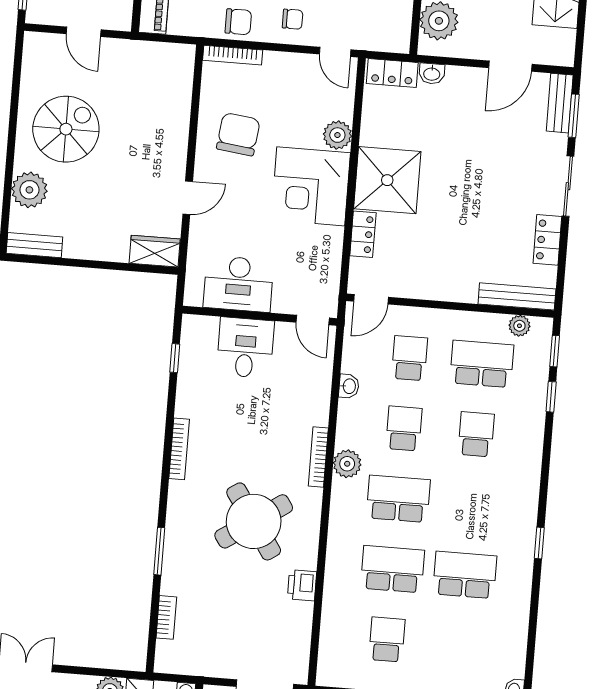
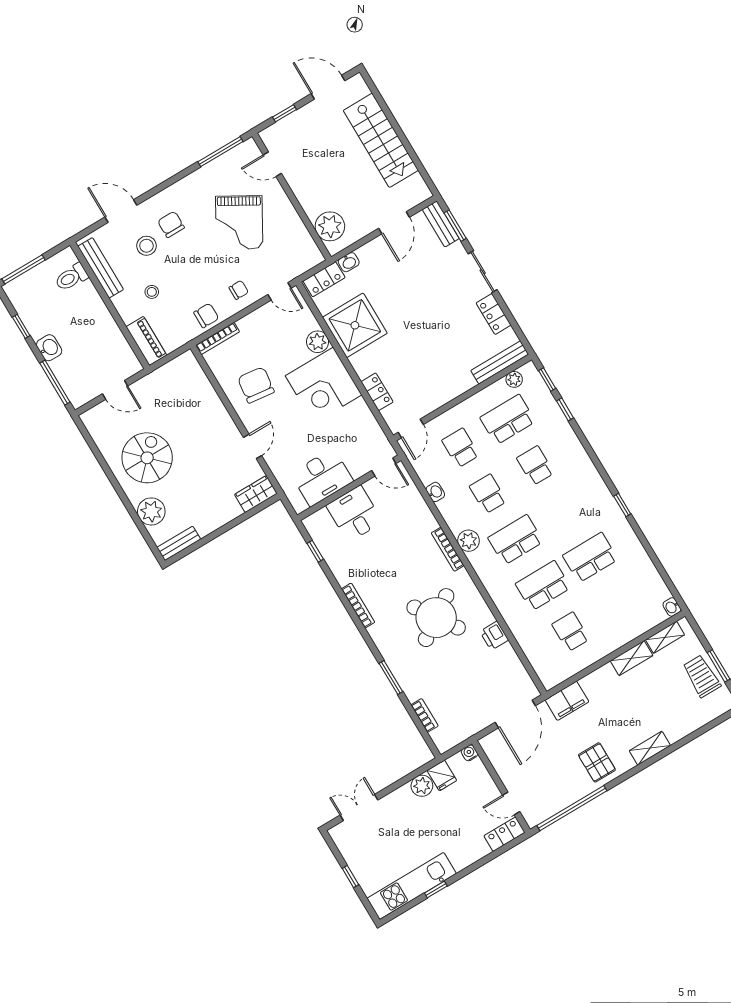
shower: (387, 180) -> (355, 325), moved

